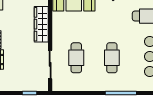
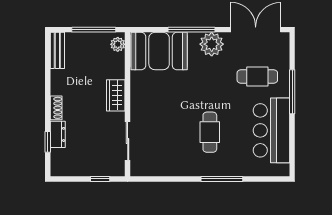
wardrobe: (41, 24) -> (116, 95), width x0.67
cafe table: (76, 58) -> (162, 132), removed

